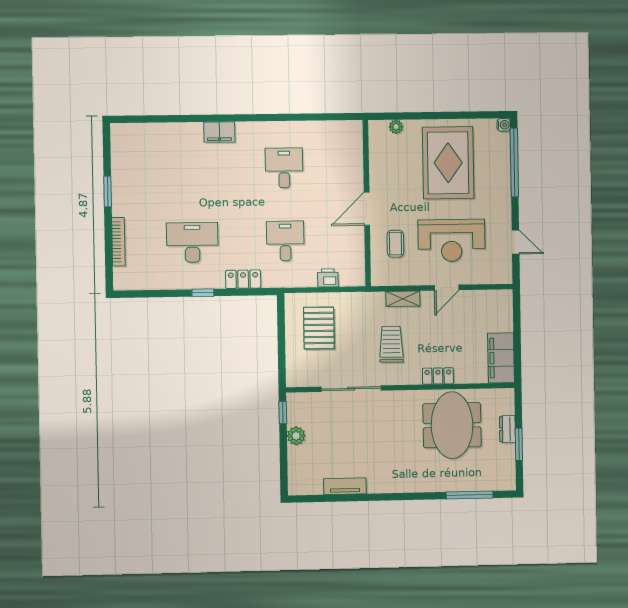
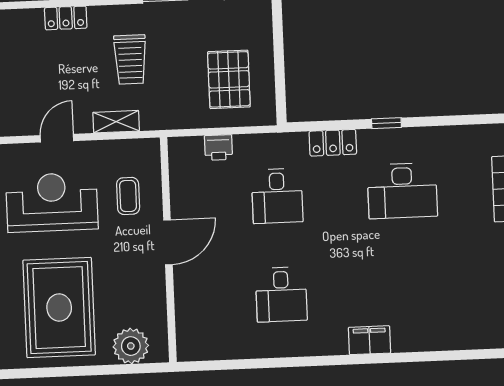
plant: (396, 127) -> (131, 346), width x1.88, depth x1.88

